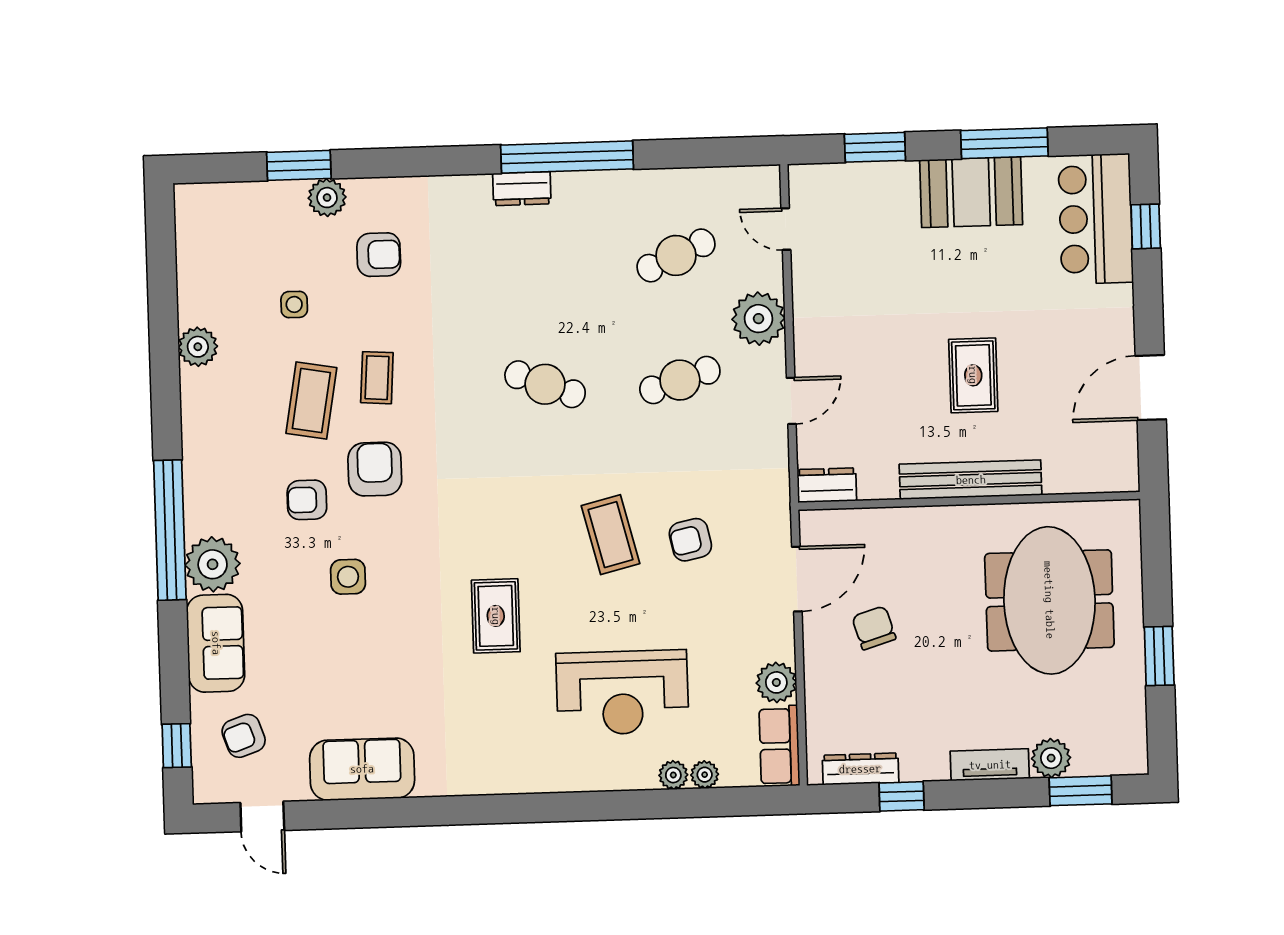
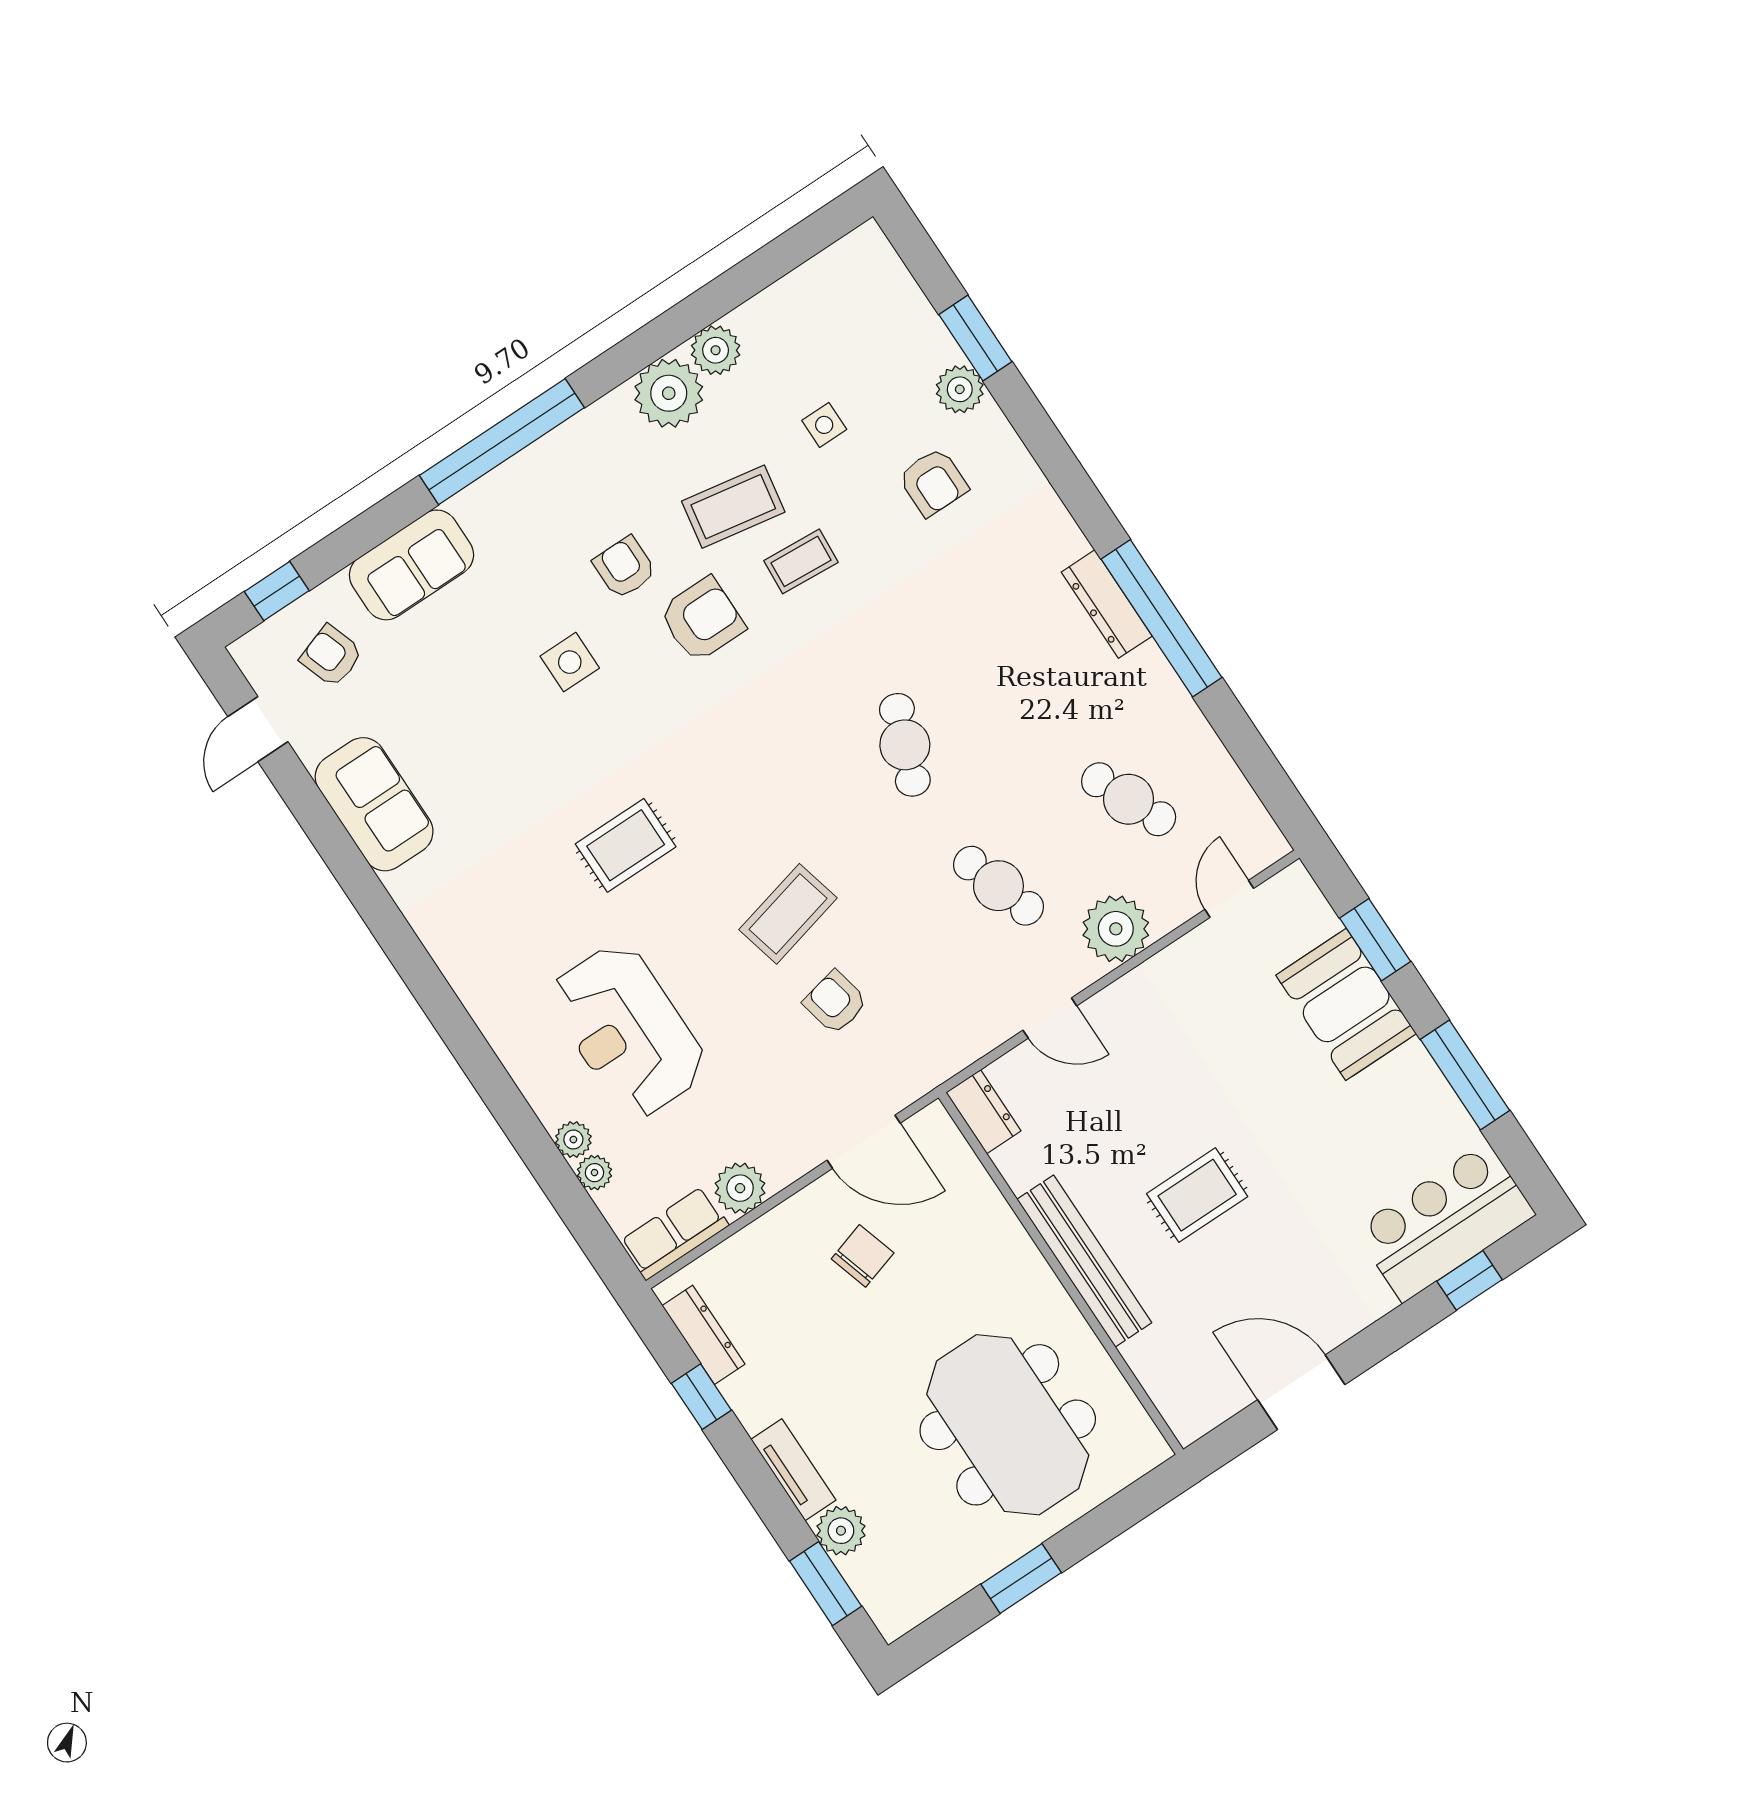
dresser: (522, 189) -> (1107, 604), width x1.44
booth: (971, 192) -> (1346, 1004), moved
plant: (213, 564) -> (669, 393), moved
meeting table: (1049, 600) -> (1008, 1425), turned 90

